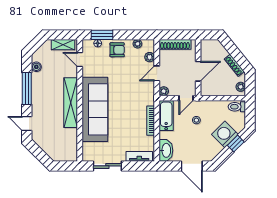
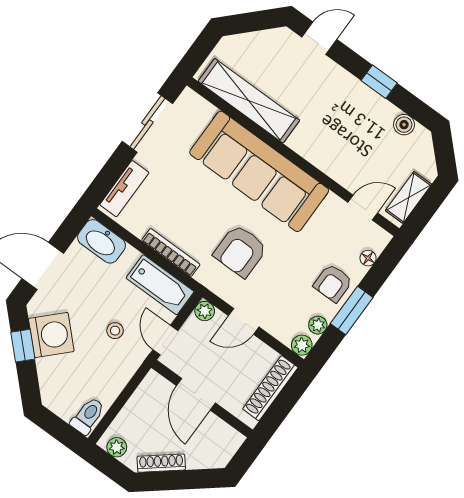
window: (102, 35) -> (352, 311), moved
plant: (150, 57) -> (302, 345), moved
door: (157, 73) -> (244, 321), swing flipped
window: (27, 88) -> (379, 82), width x0.46
armchair: (131, 94) -> (240, 251), added
shelving: (71, 103) -> (249, 101), moved
washing machine: (225, 134) -> (51, 335), moved
window: (236, 144) -> (23, 346), moved

